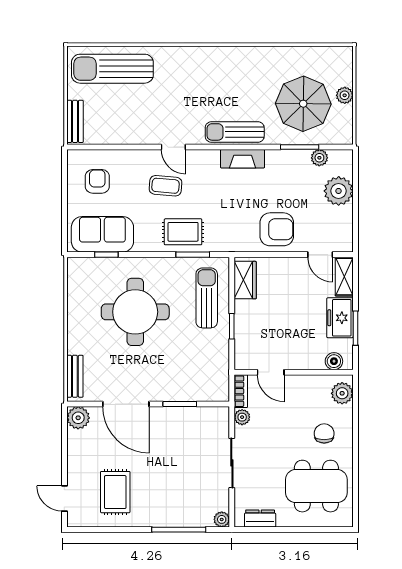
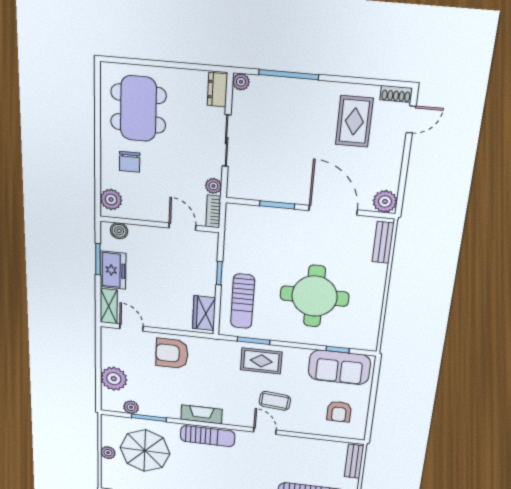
dining table: (316, 486) -> (138, 109), turned 90
door: (64, 499) -> (411, 119), hinge flipped
dresser: (260, 519) -> (217, 90), moved, turned 90
shoe rack: (81, 521) -> (396, 94), added

